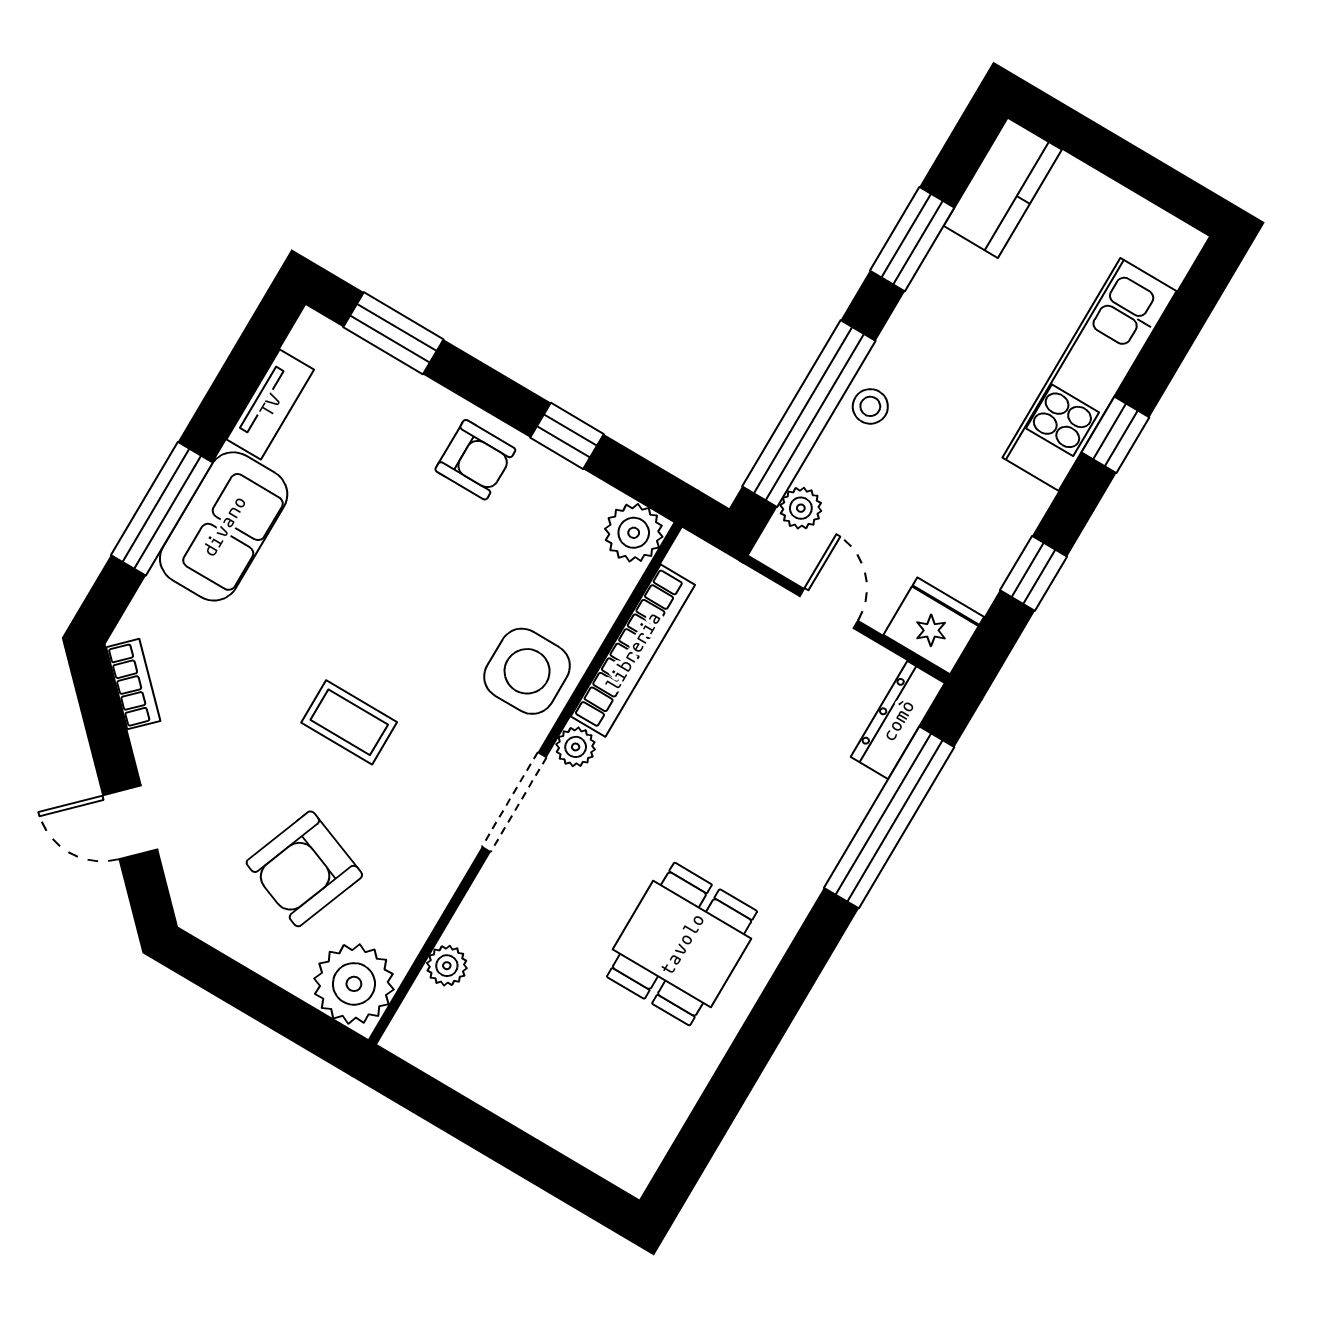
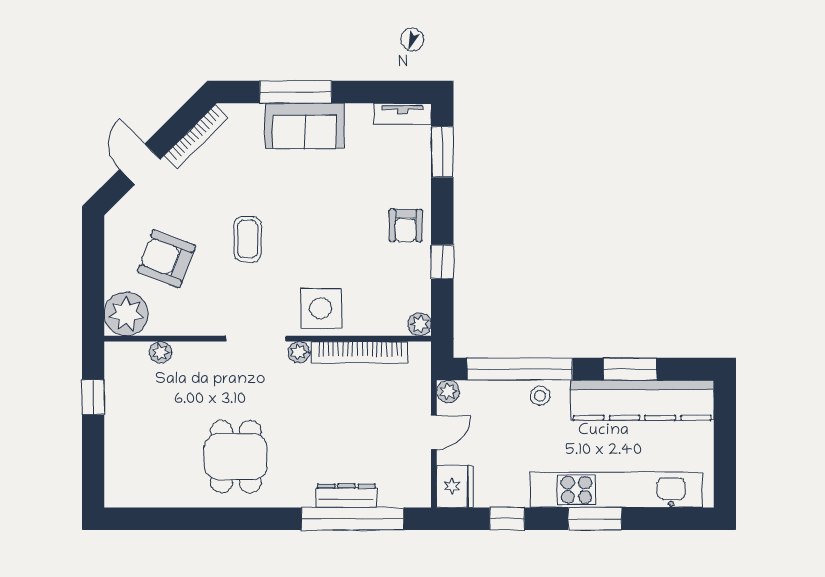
kitchen counter: (1003, 188) -> (642, 400), width x2.08, depth x1.17
kitchen unit: (1090, 374) -> (616, 490), width x1.36
tv unit: (270, 405) -> (403, 114), moved
window: (1115, 435) -> (595, 519), width x1.50
plant: (801, 508) -> (448, 391), moved
plant: (634, 533) -> (420, 324), width x0.73, depth x0.73
bookcase: (133, 684) -> (196, 136), width x1.56
dresser: (898, 720) -> (346, 496), moved
dining table: (682, 944) -> (236, 457), turned 90
window: (455, 1114) -> (93, 397), added

